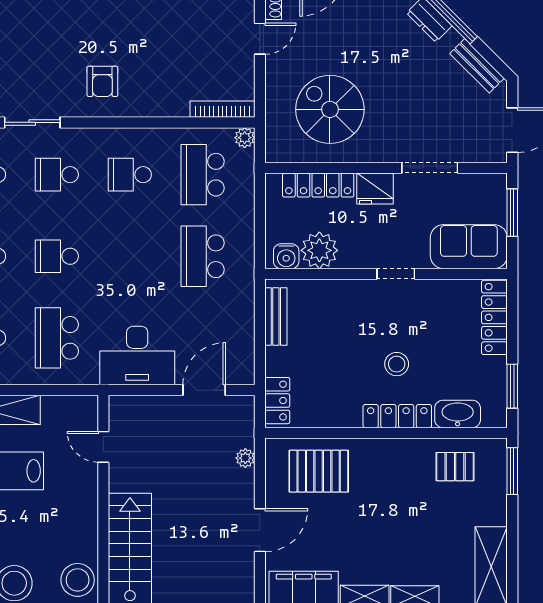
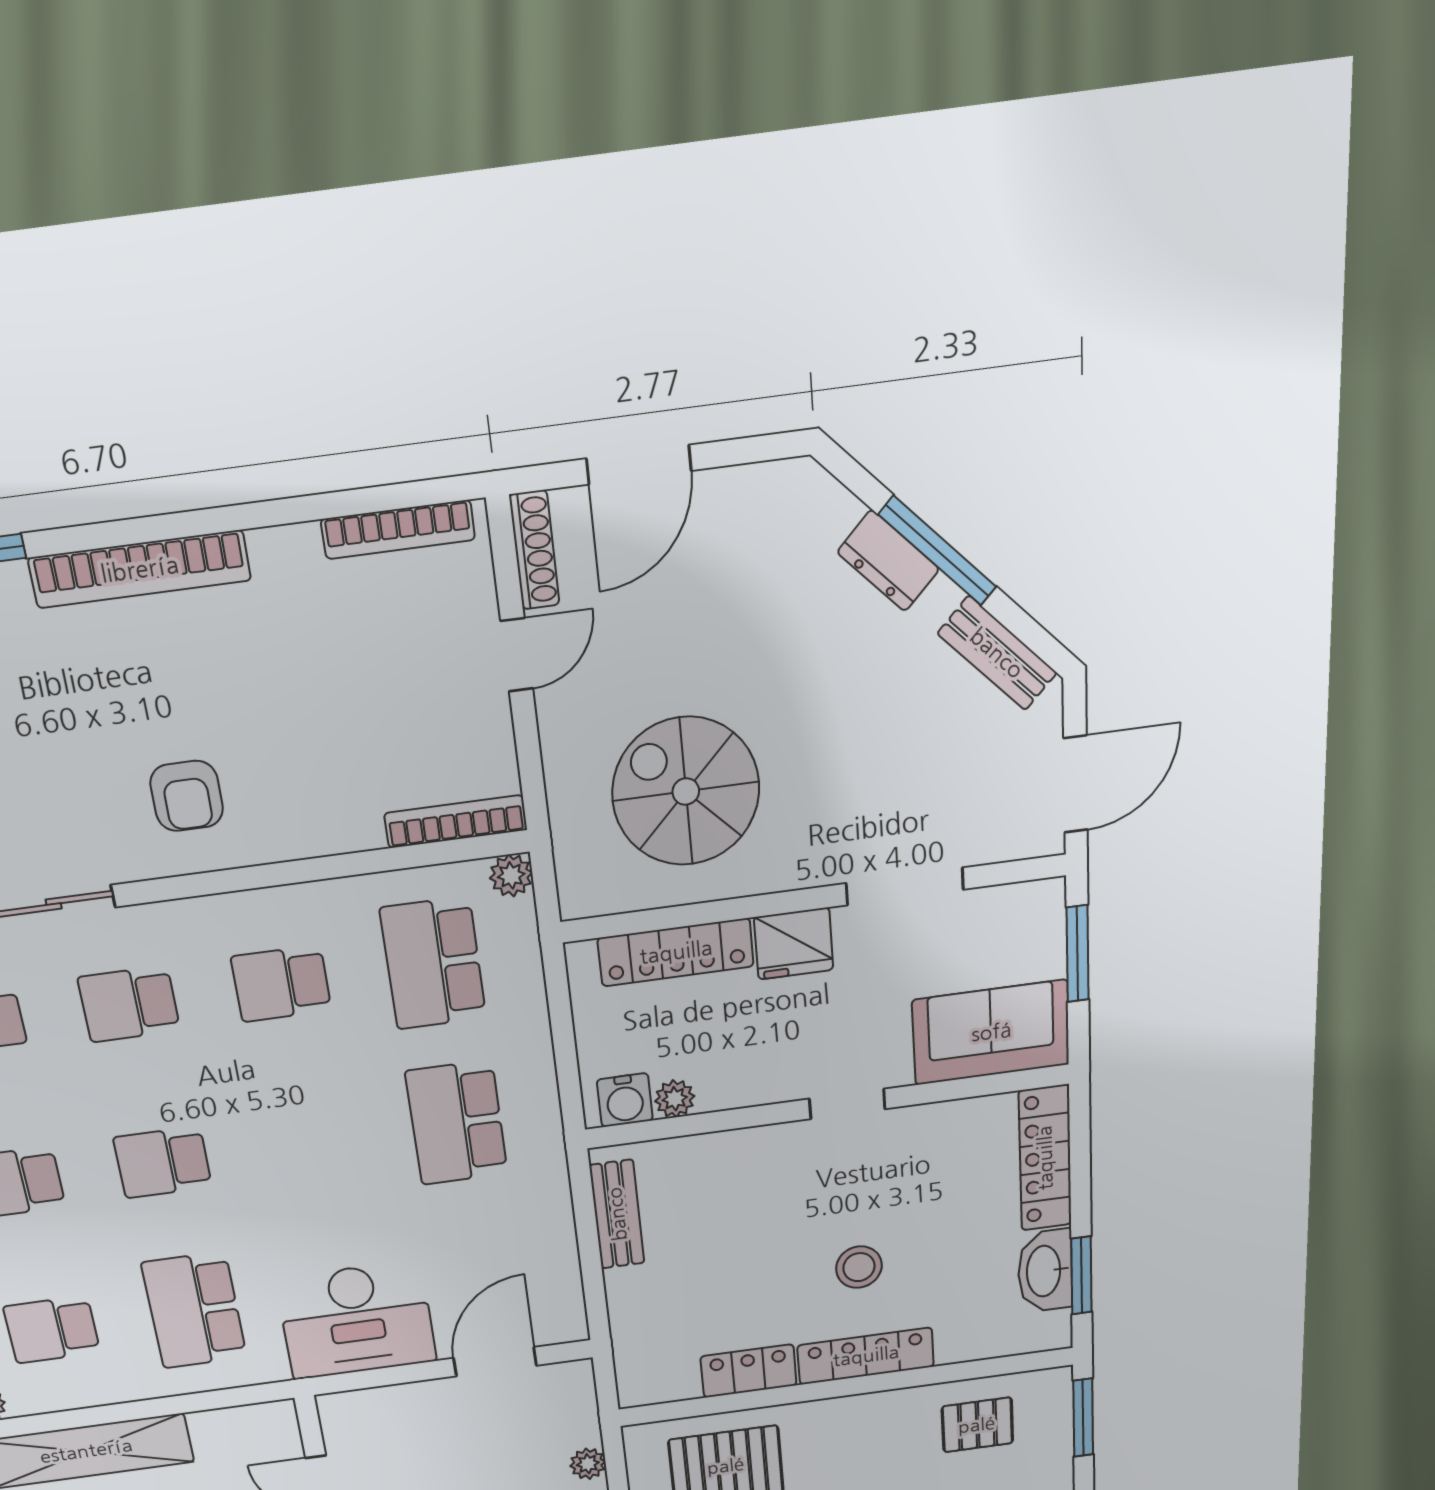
plant: (319, 250) -> (675, 1099), width x0.53, depth x0.53
locker: (277, 401) -> (749, 1371), moved, turned -90
washbasin: (458, 414) -> (1045, 1271), moved, turned -90

